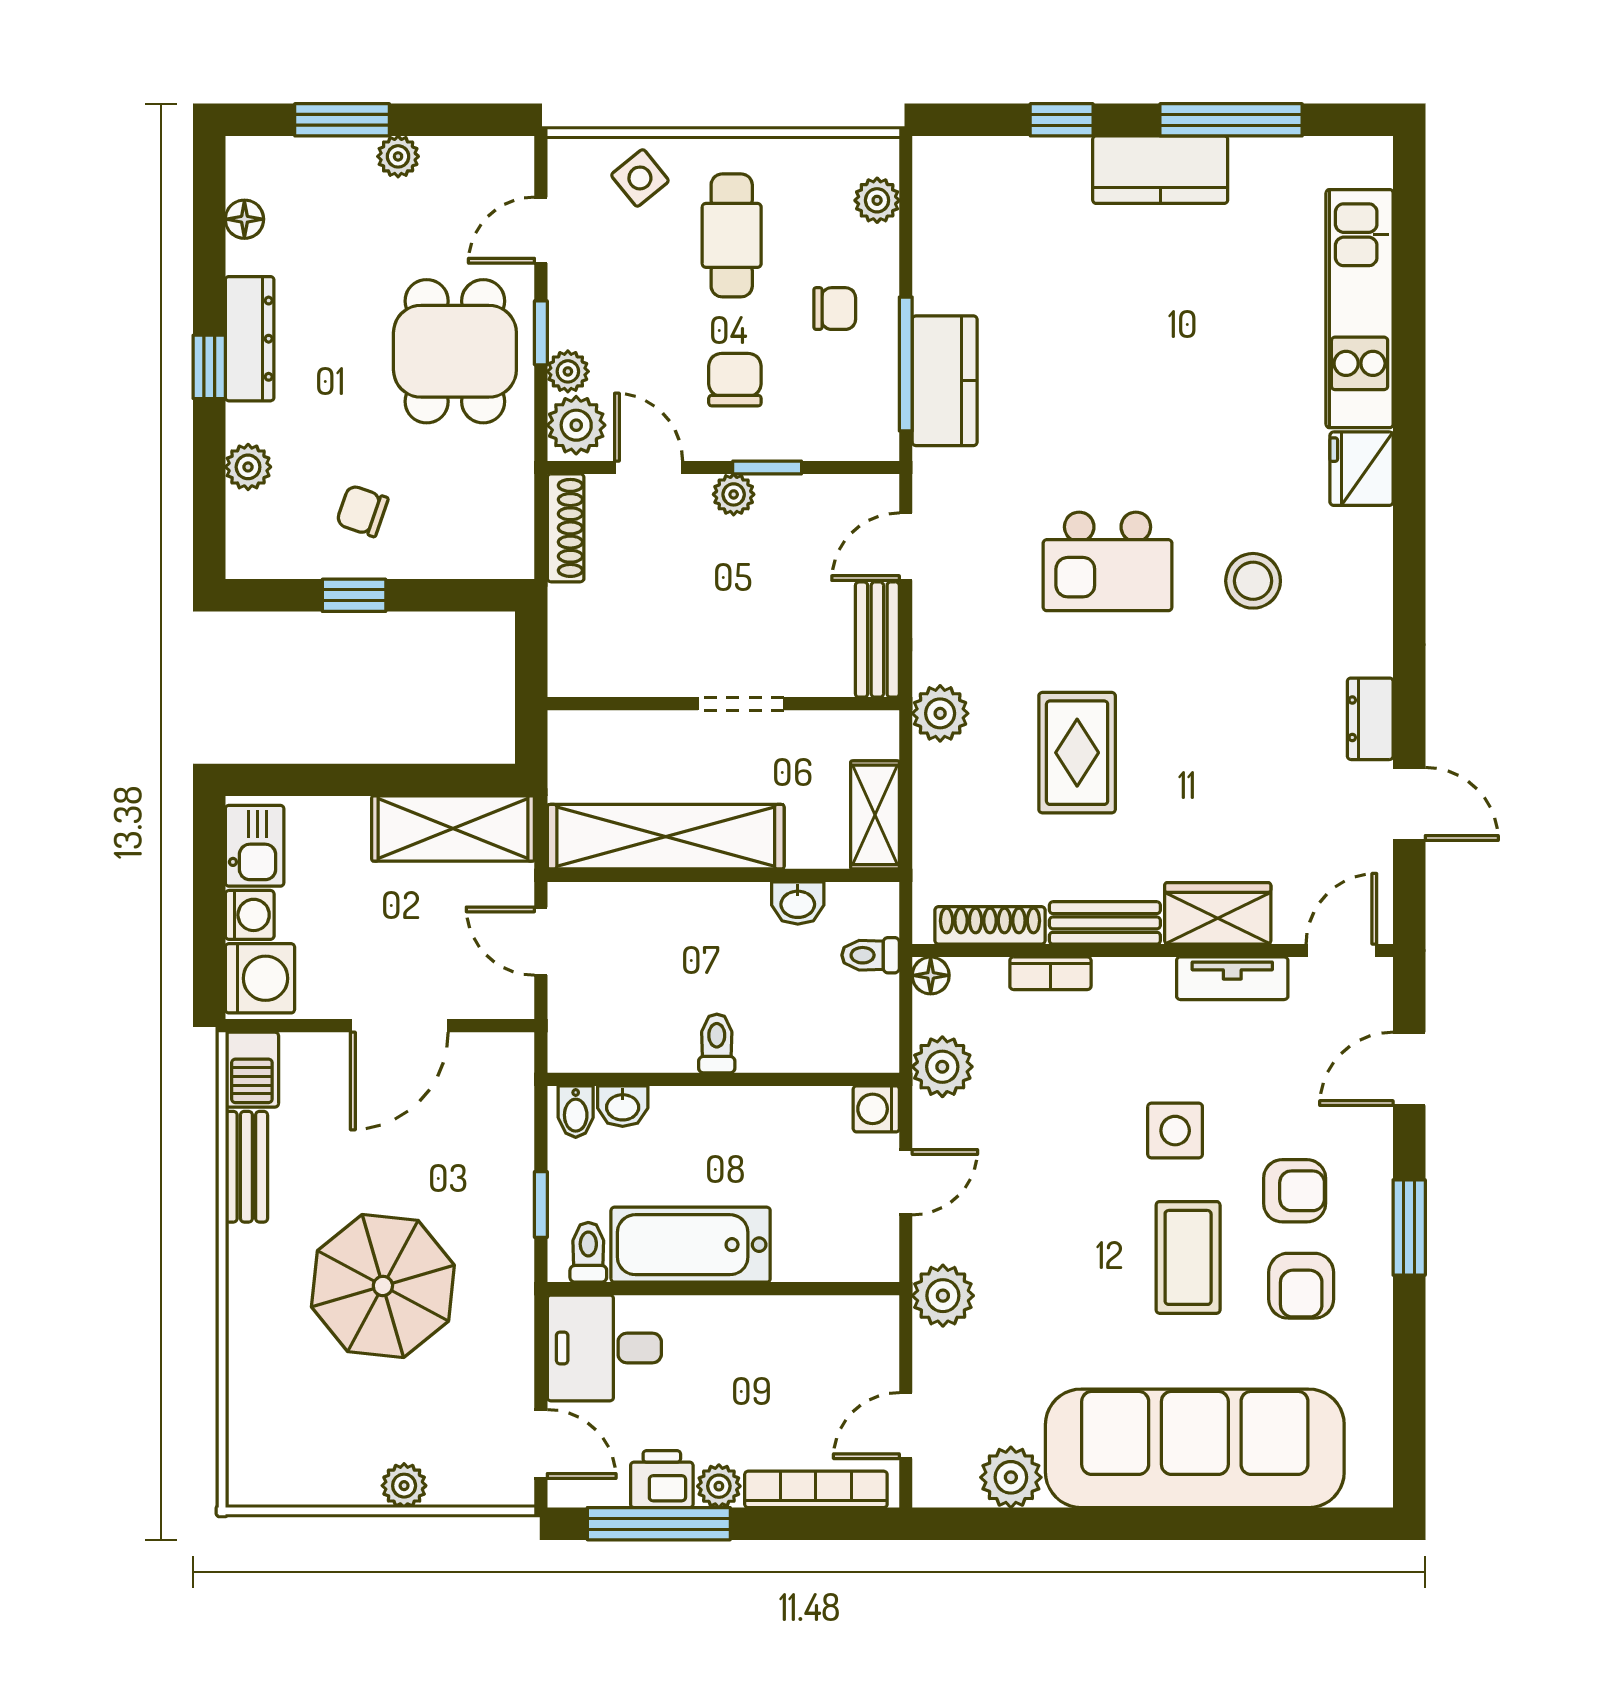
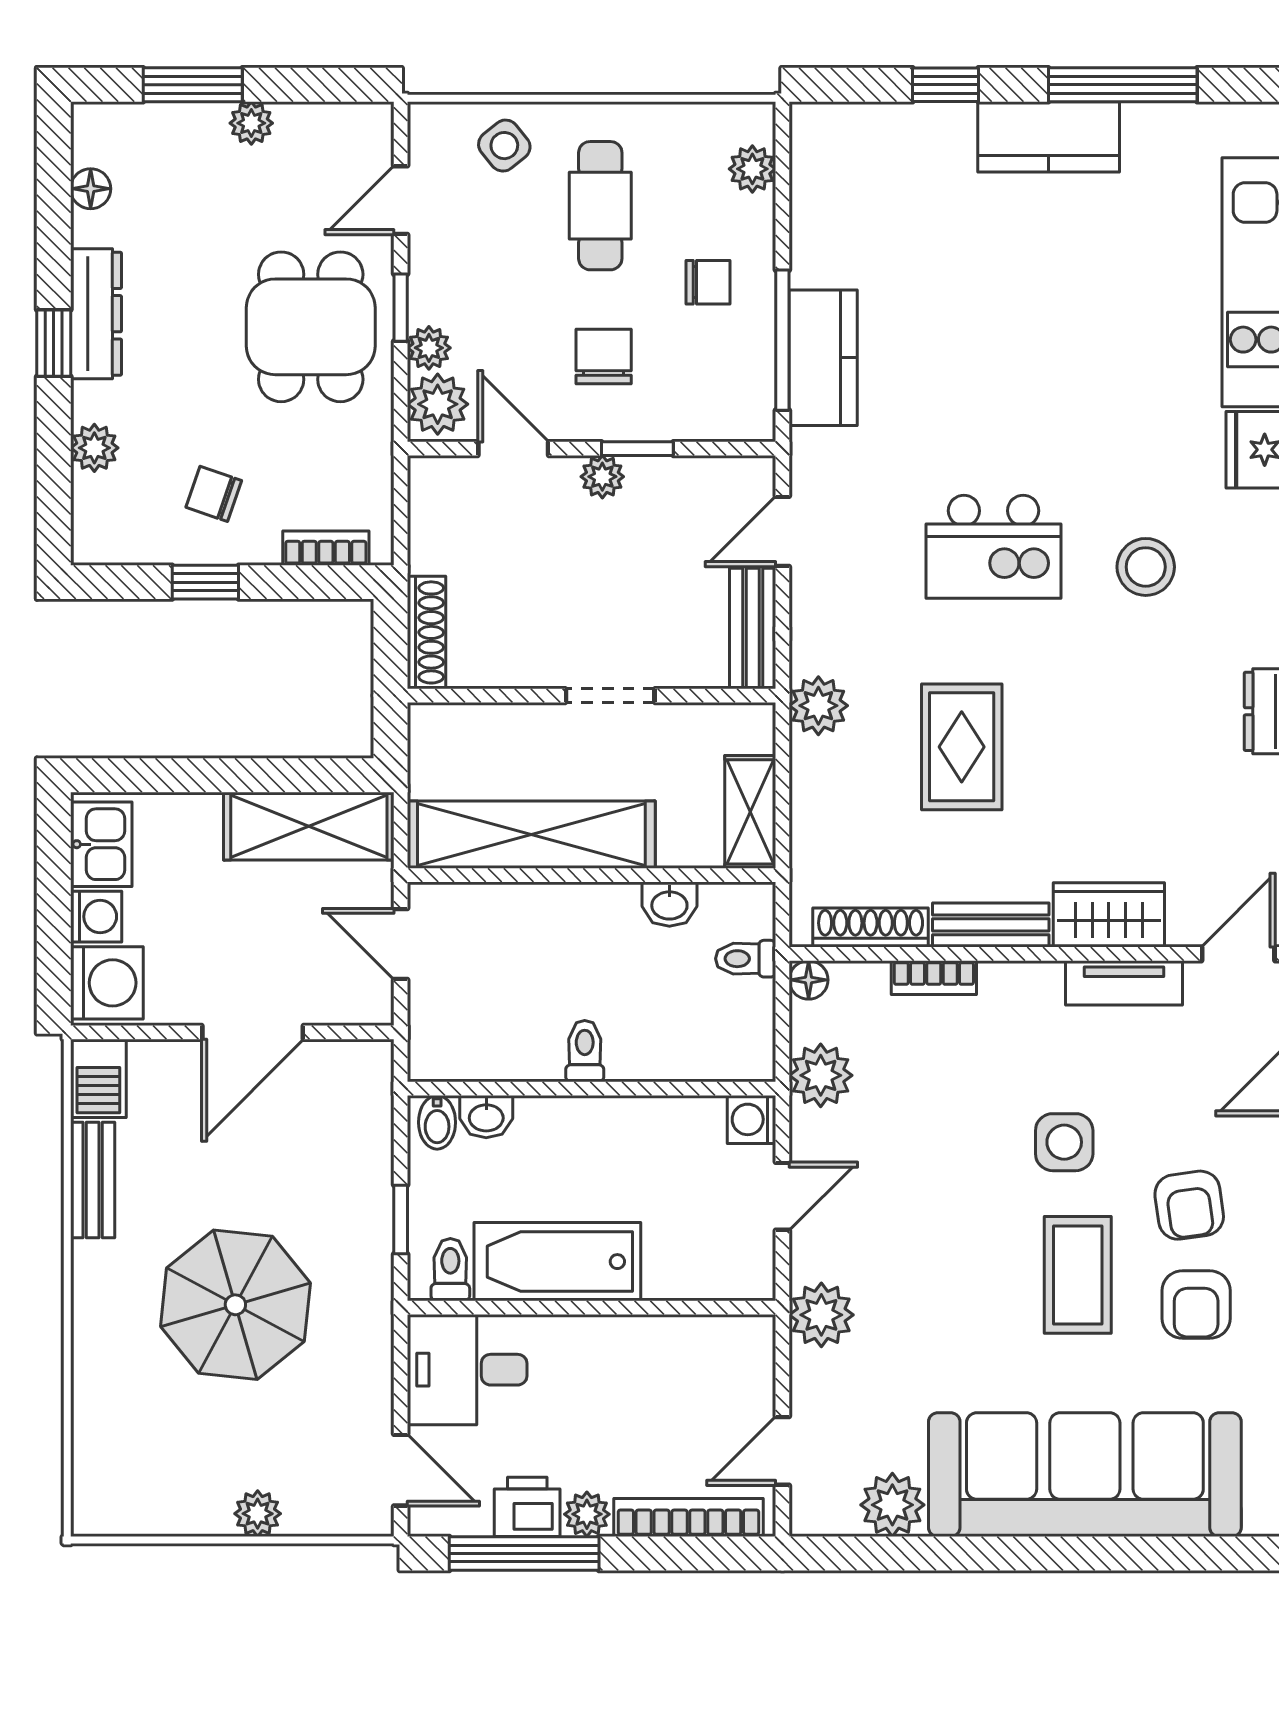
shoe rack: (566, 528) -> (427, 632), moved
bookcase: (469, 563) -> (326, 548), added
armchair: (1295, 1191) -> (1189, 1205), turned 82

